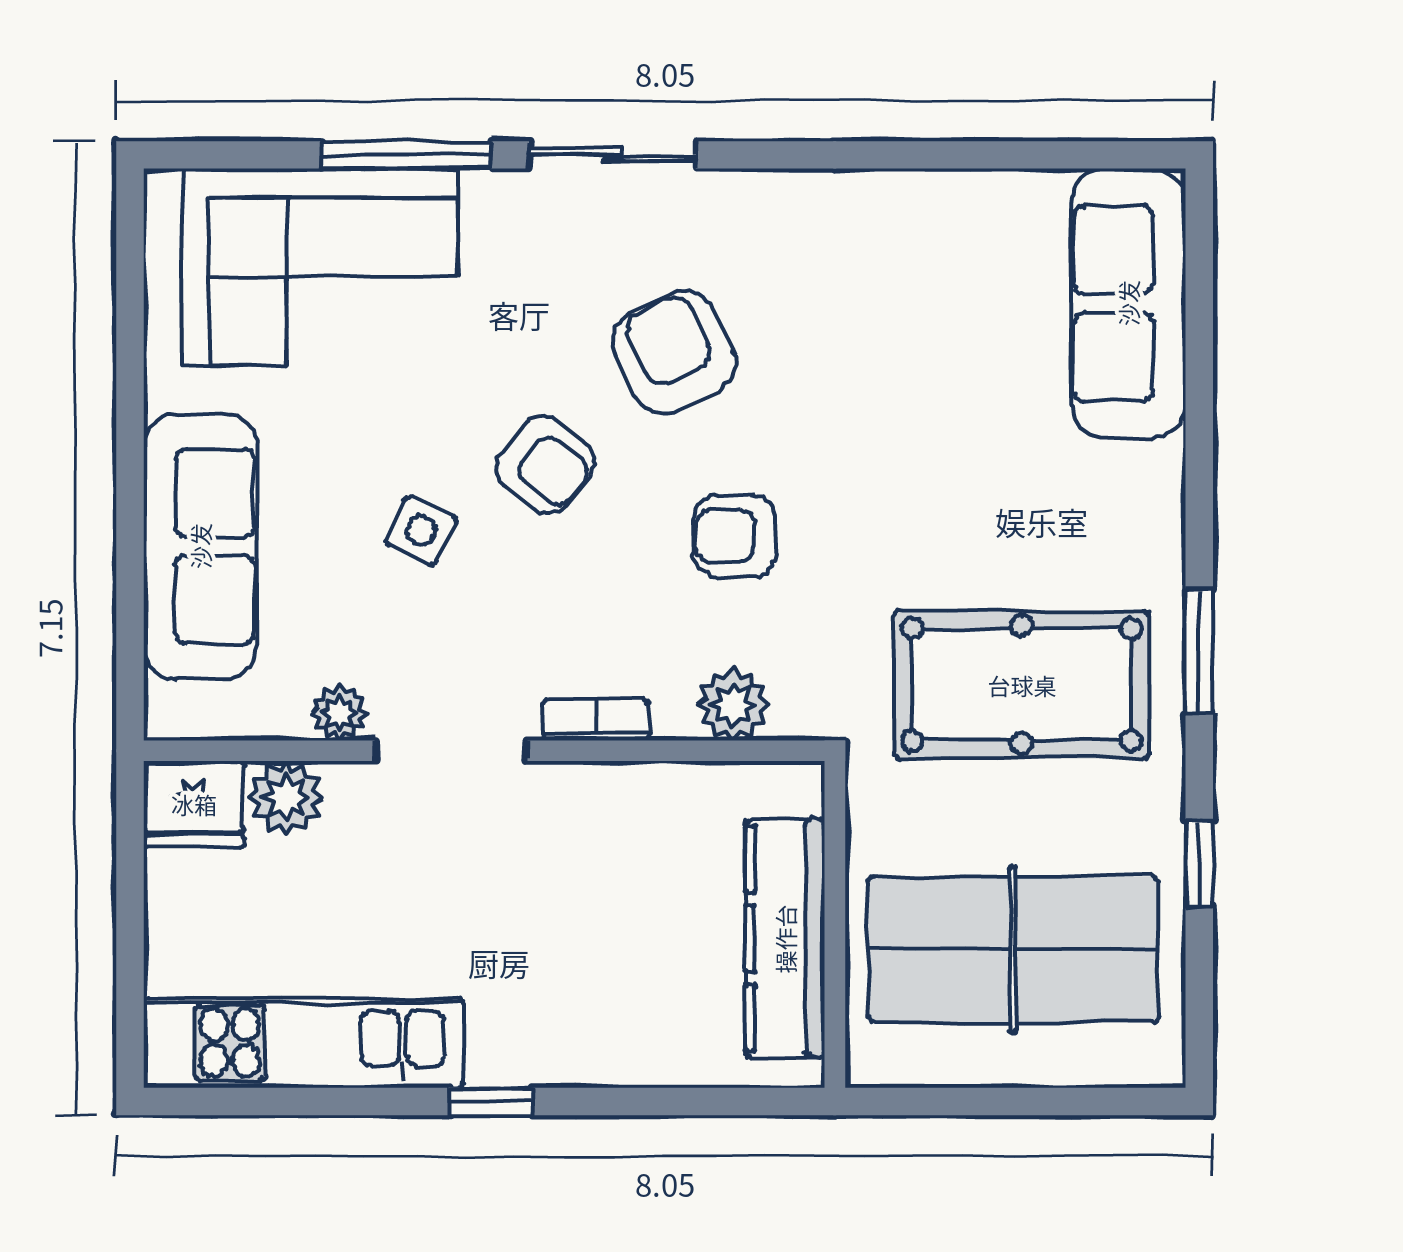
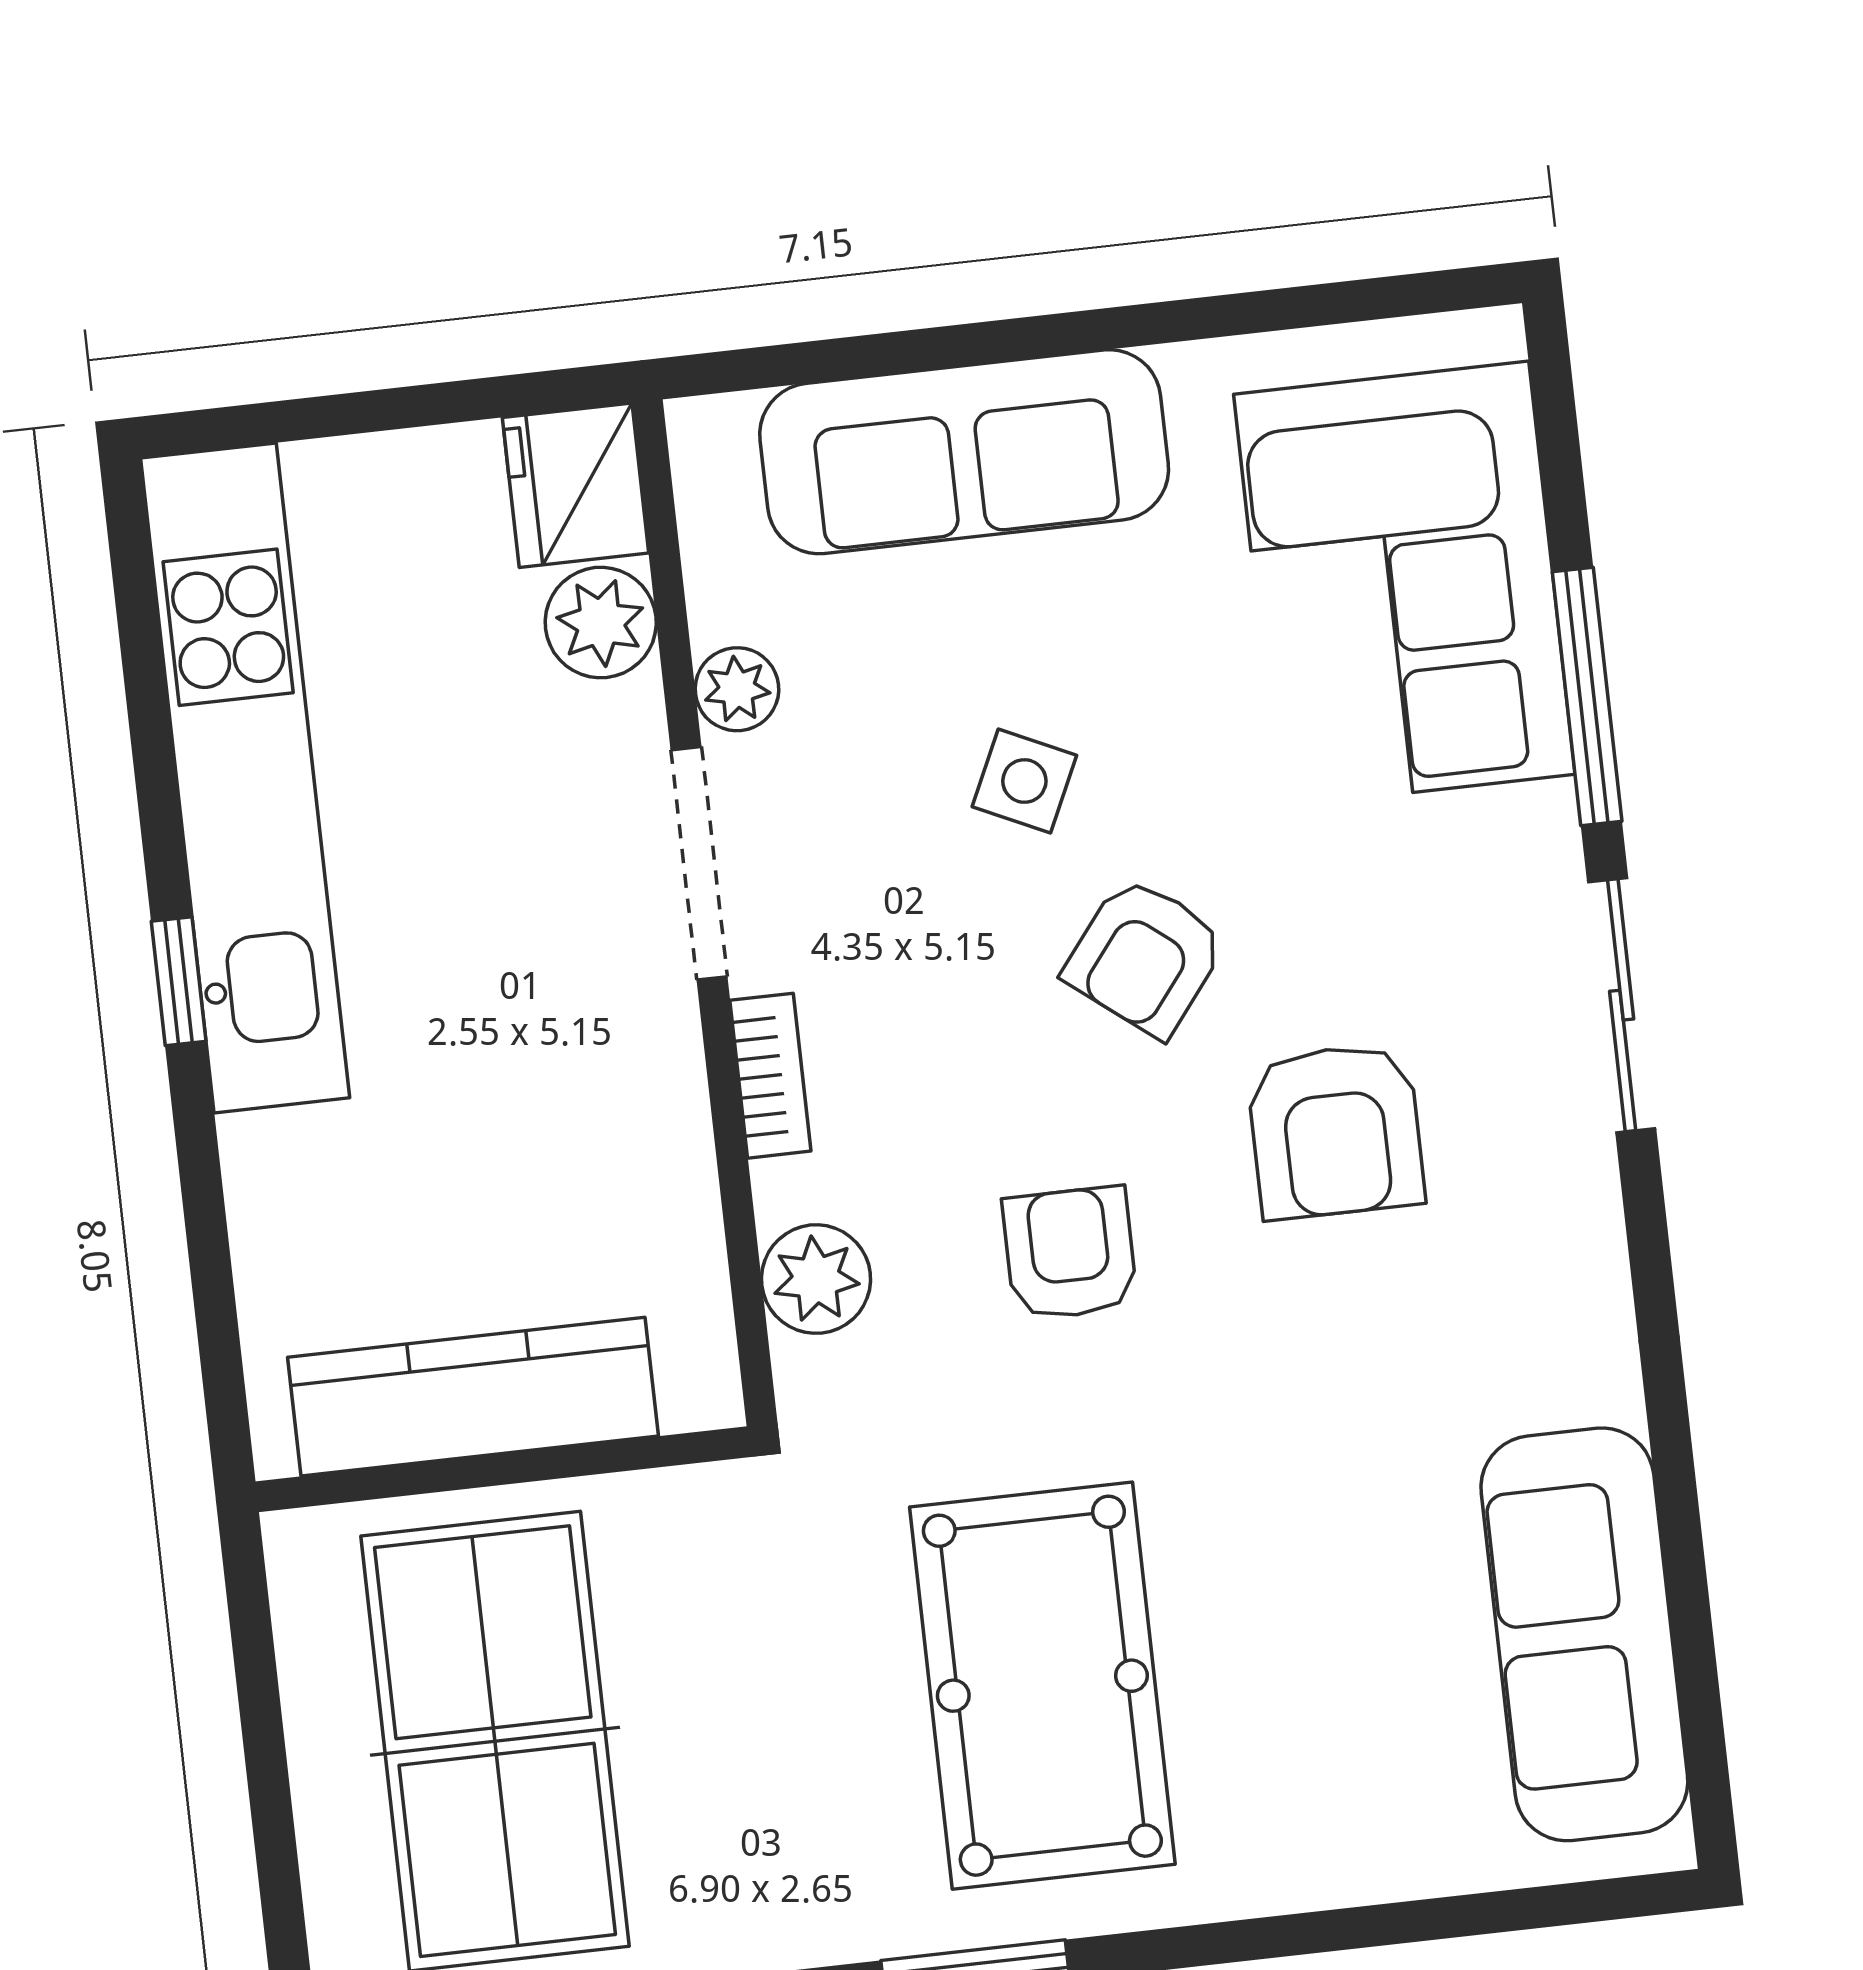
sofa: (1128, 303) -> (1584, 1634), moved, turned -90
armchair: (674, 352) -> (1336, 1131), turned 116
pool table: (1022, 685) -> (1042, 1686), moved
kitchen unit: (303, 1043) -> (245, 778), width x1.36

